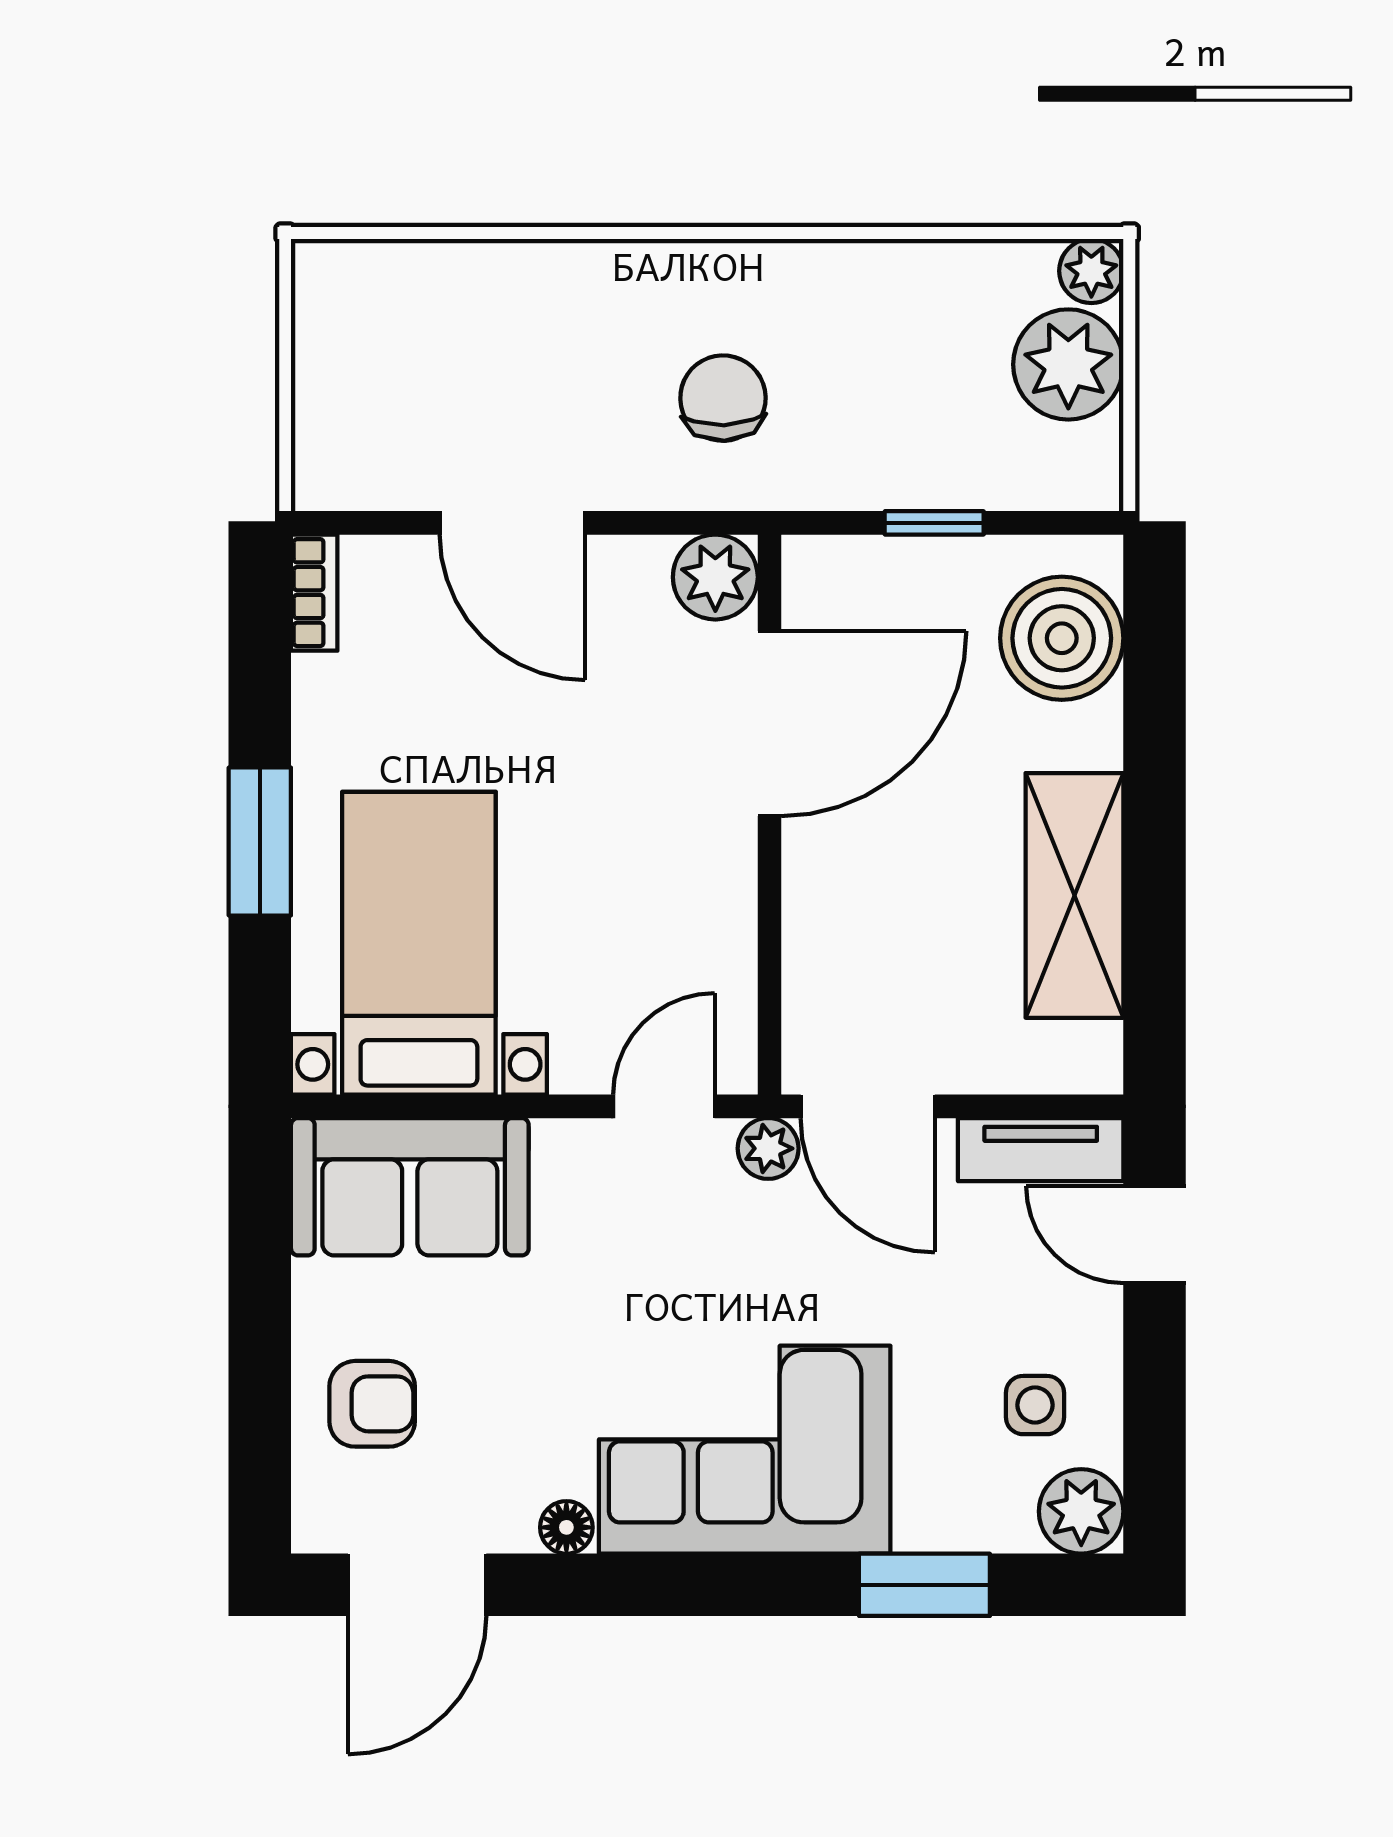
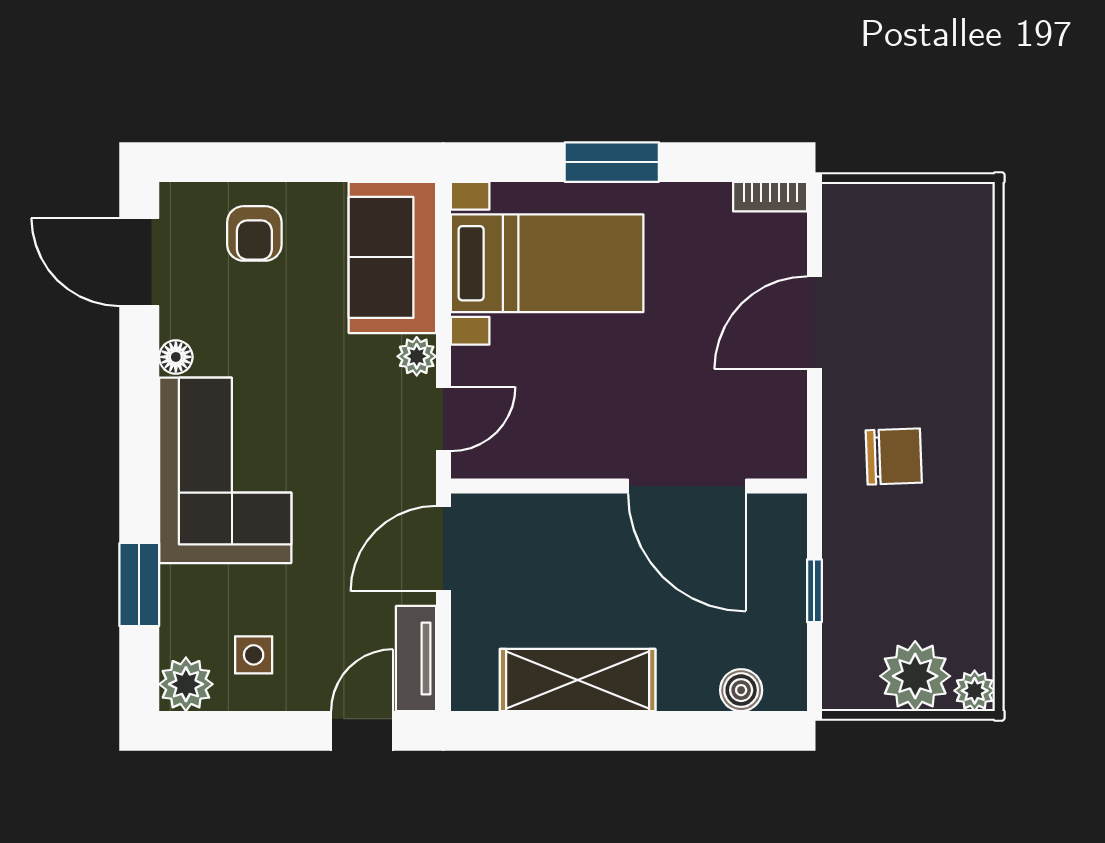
plant: (715, 577) -> (780, 452), removed
boiler: (1062, 638) -> (741, 690), width x0.54, depth x0.54
door: (664, 1106) -> (443, 419), hinge flipped
plant: (768, 1148) -> (417, 356), moved

